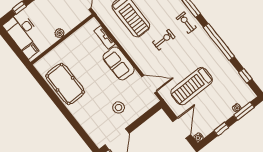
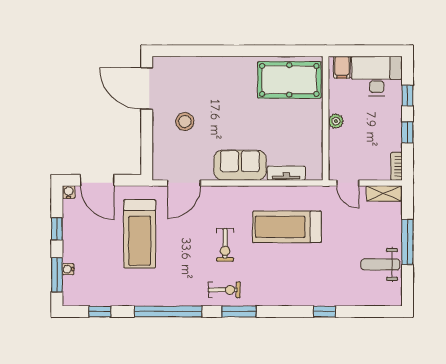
pool table: (65, 84) -> (289, 80), moved
treadmill: (192, 86) -> (140, 234), turned 180

